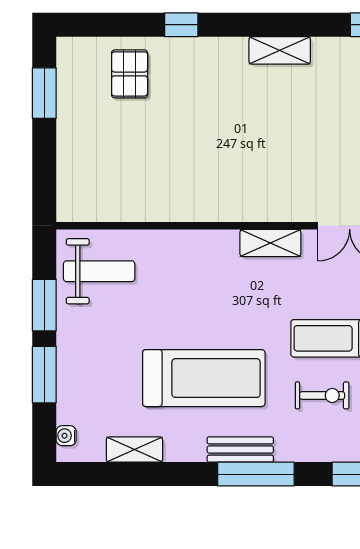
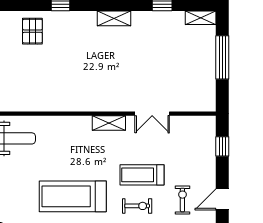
treadmill: (204, 378) -> (73, 196), turned 180

